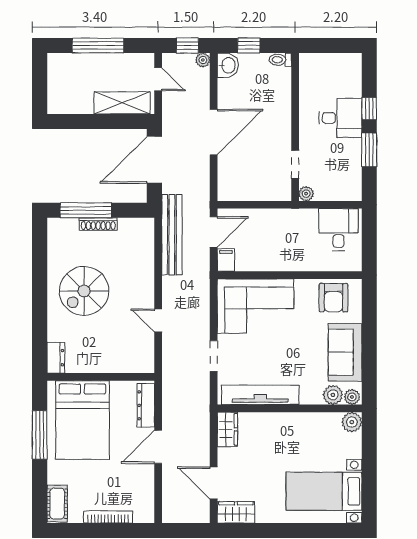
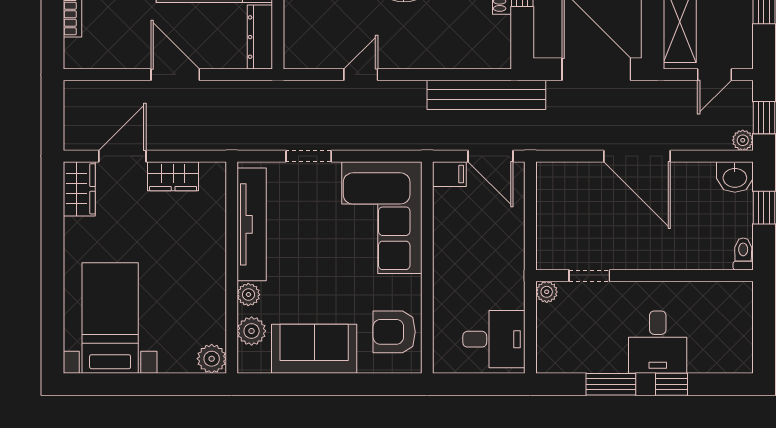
plant: (352, 397) -> (248, 295), moved
dresser: (146, 405) -> (260, 37), moved, turned -90
wardrobe: (227, 429) -> (173, 176), moved

